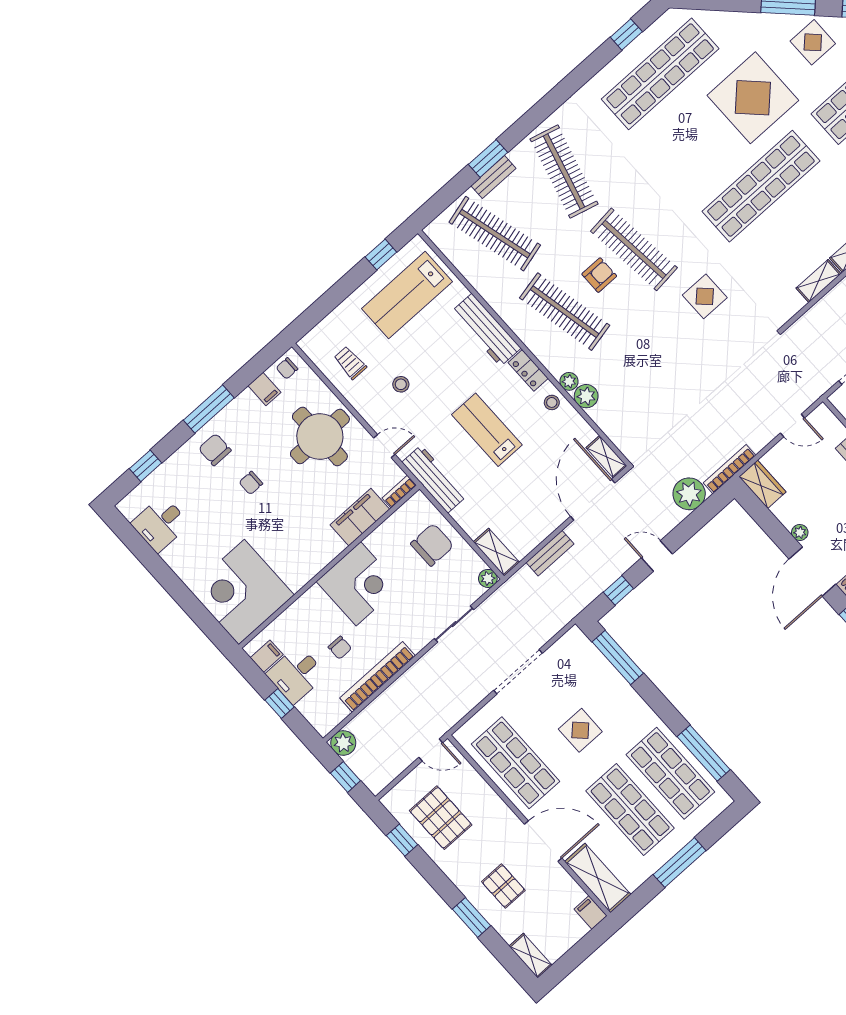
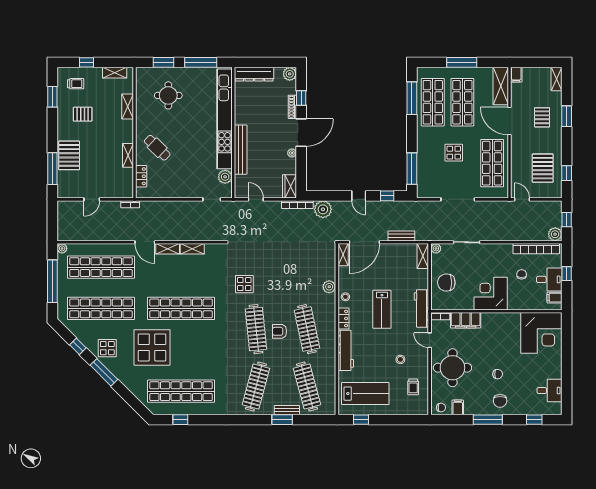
plant: (569, 381) -> (331, 299), removed
bookcase: (378, 677) -> (536, 249), moved

